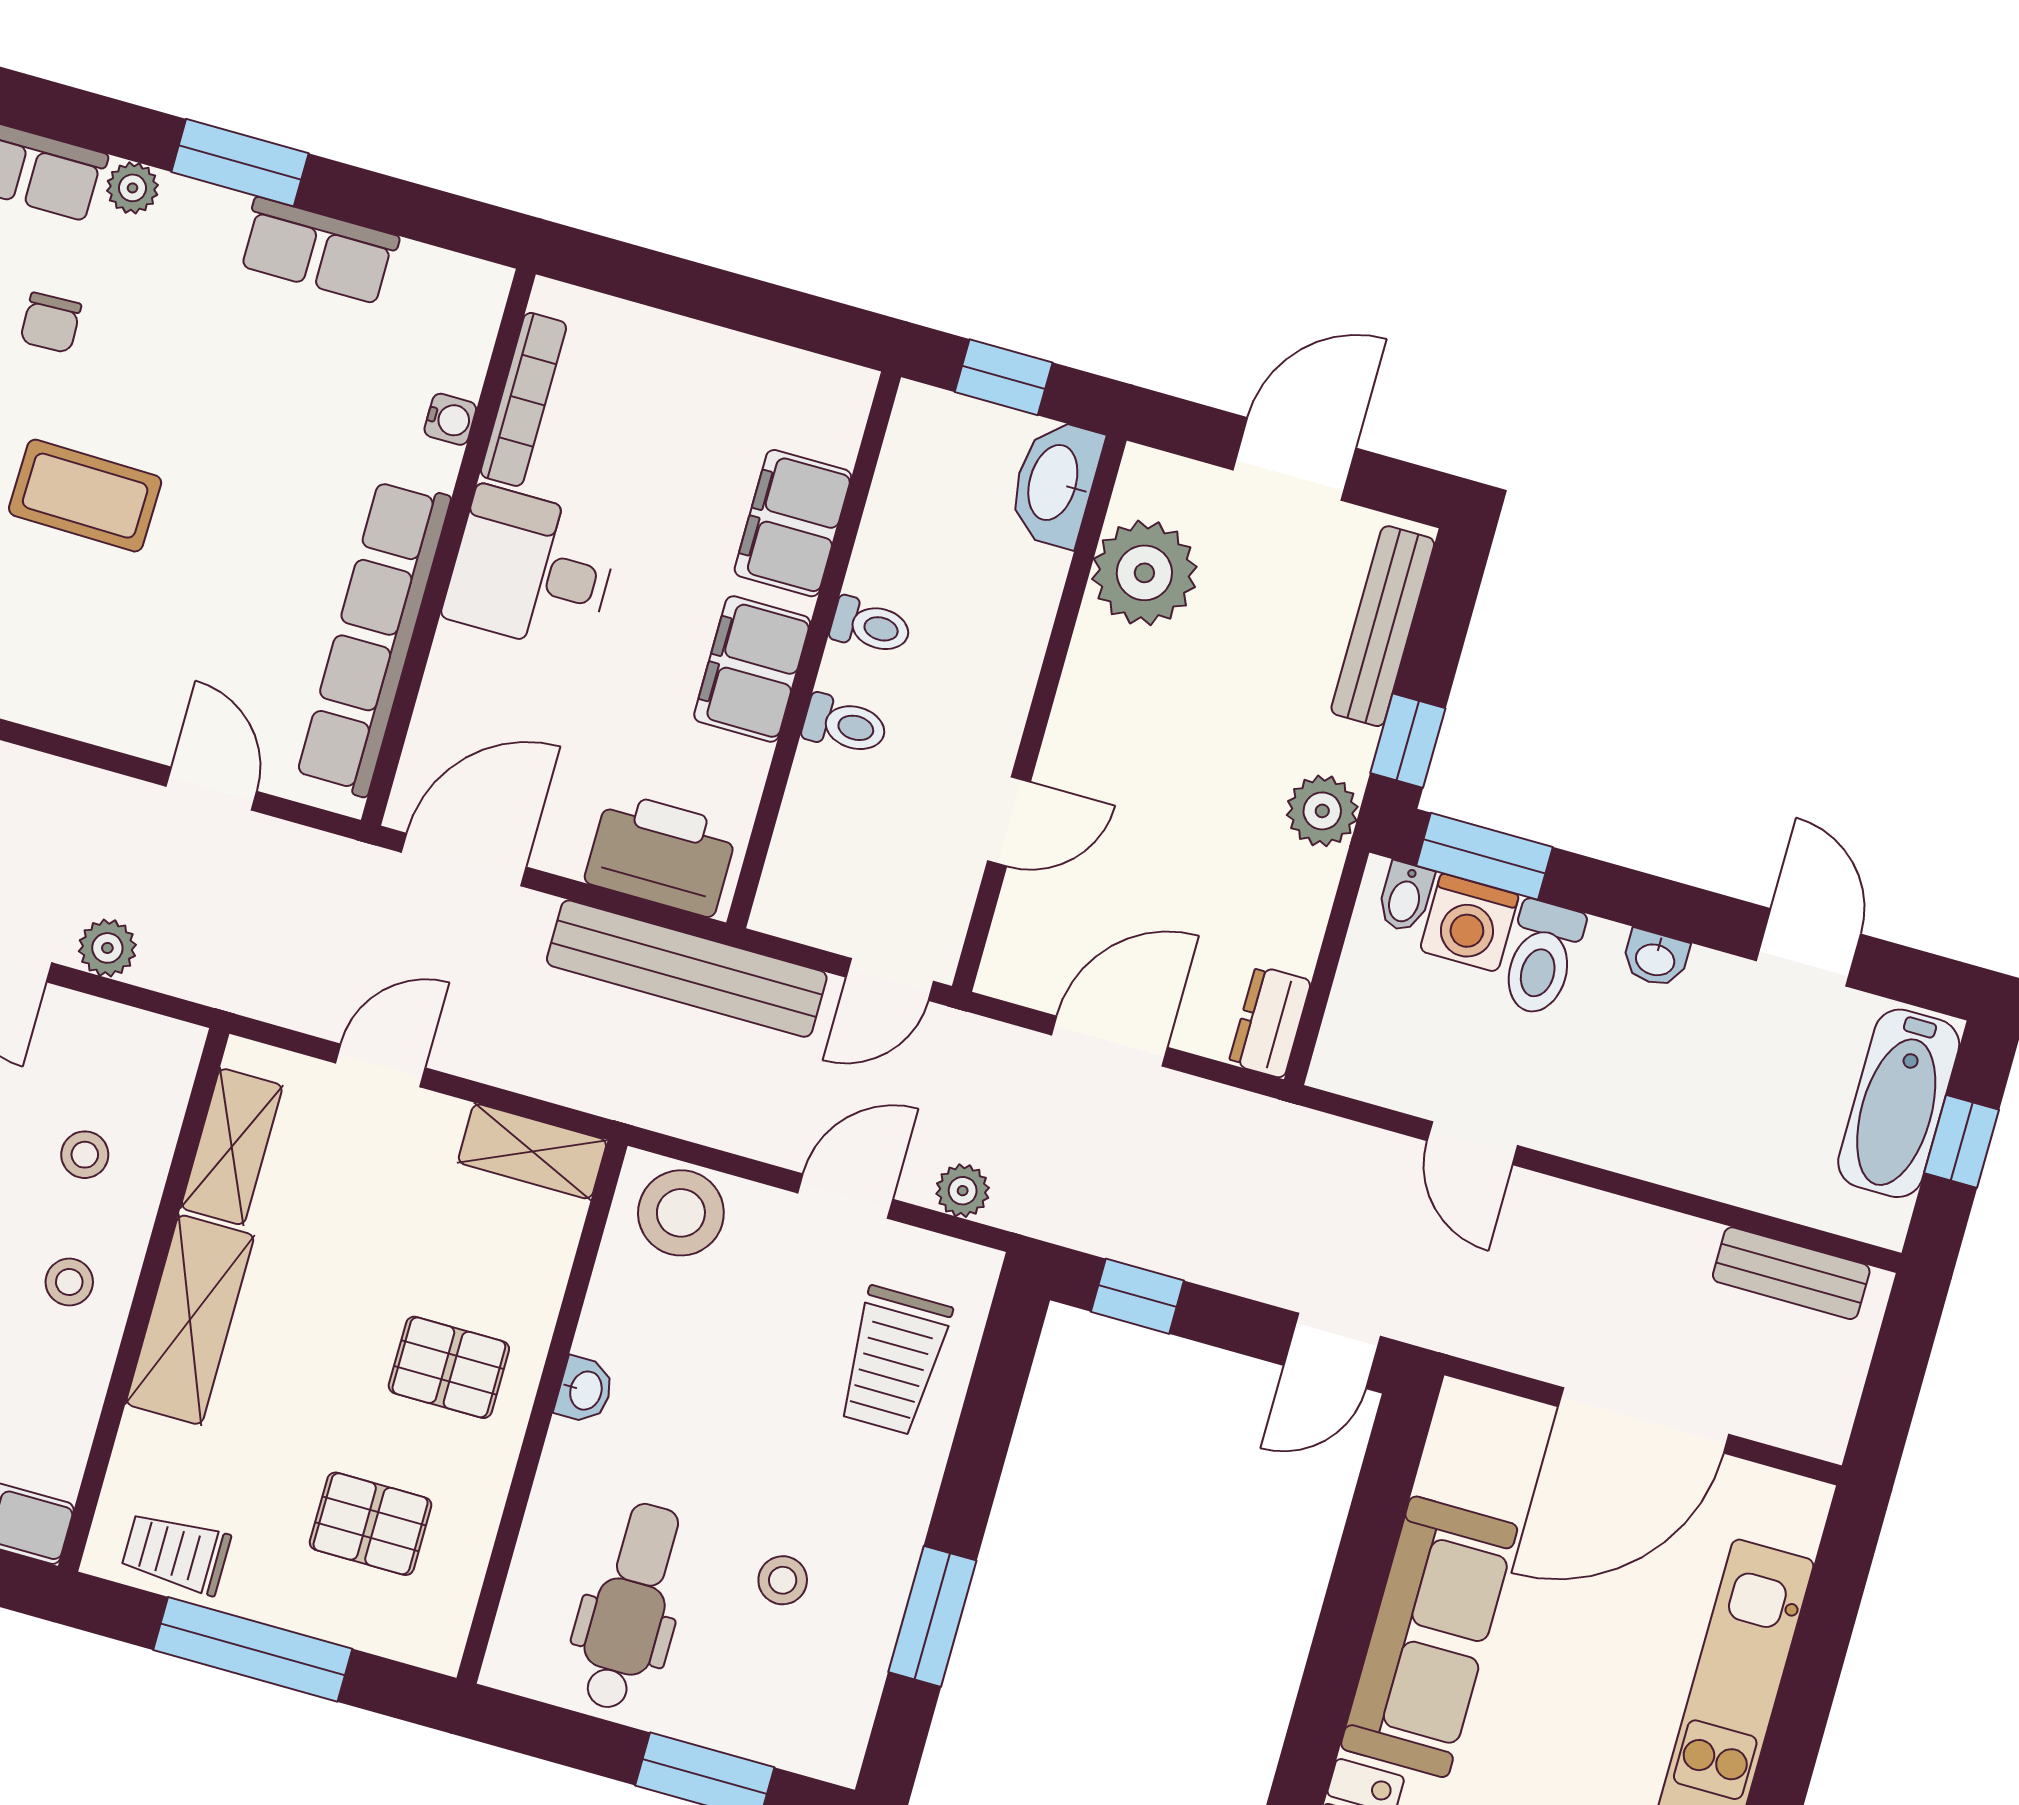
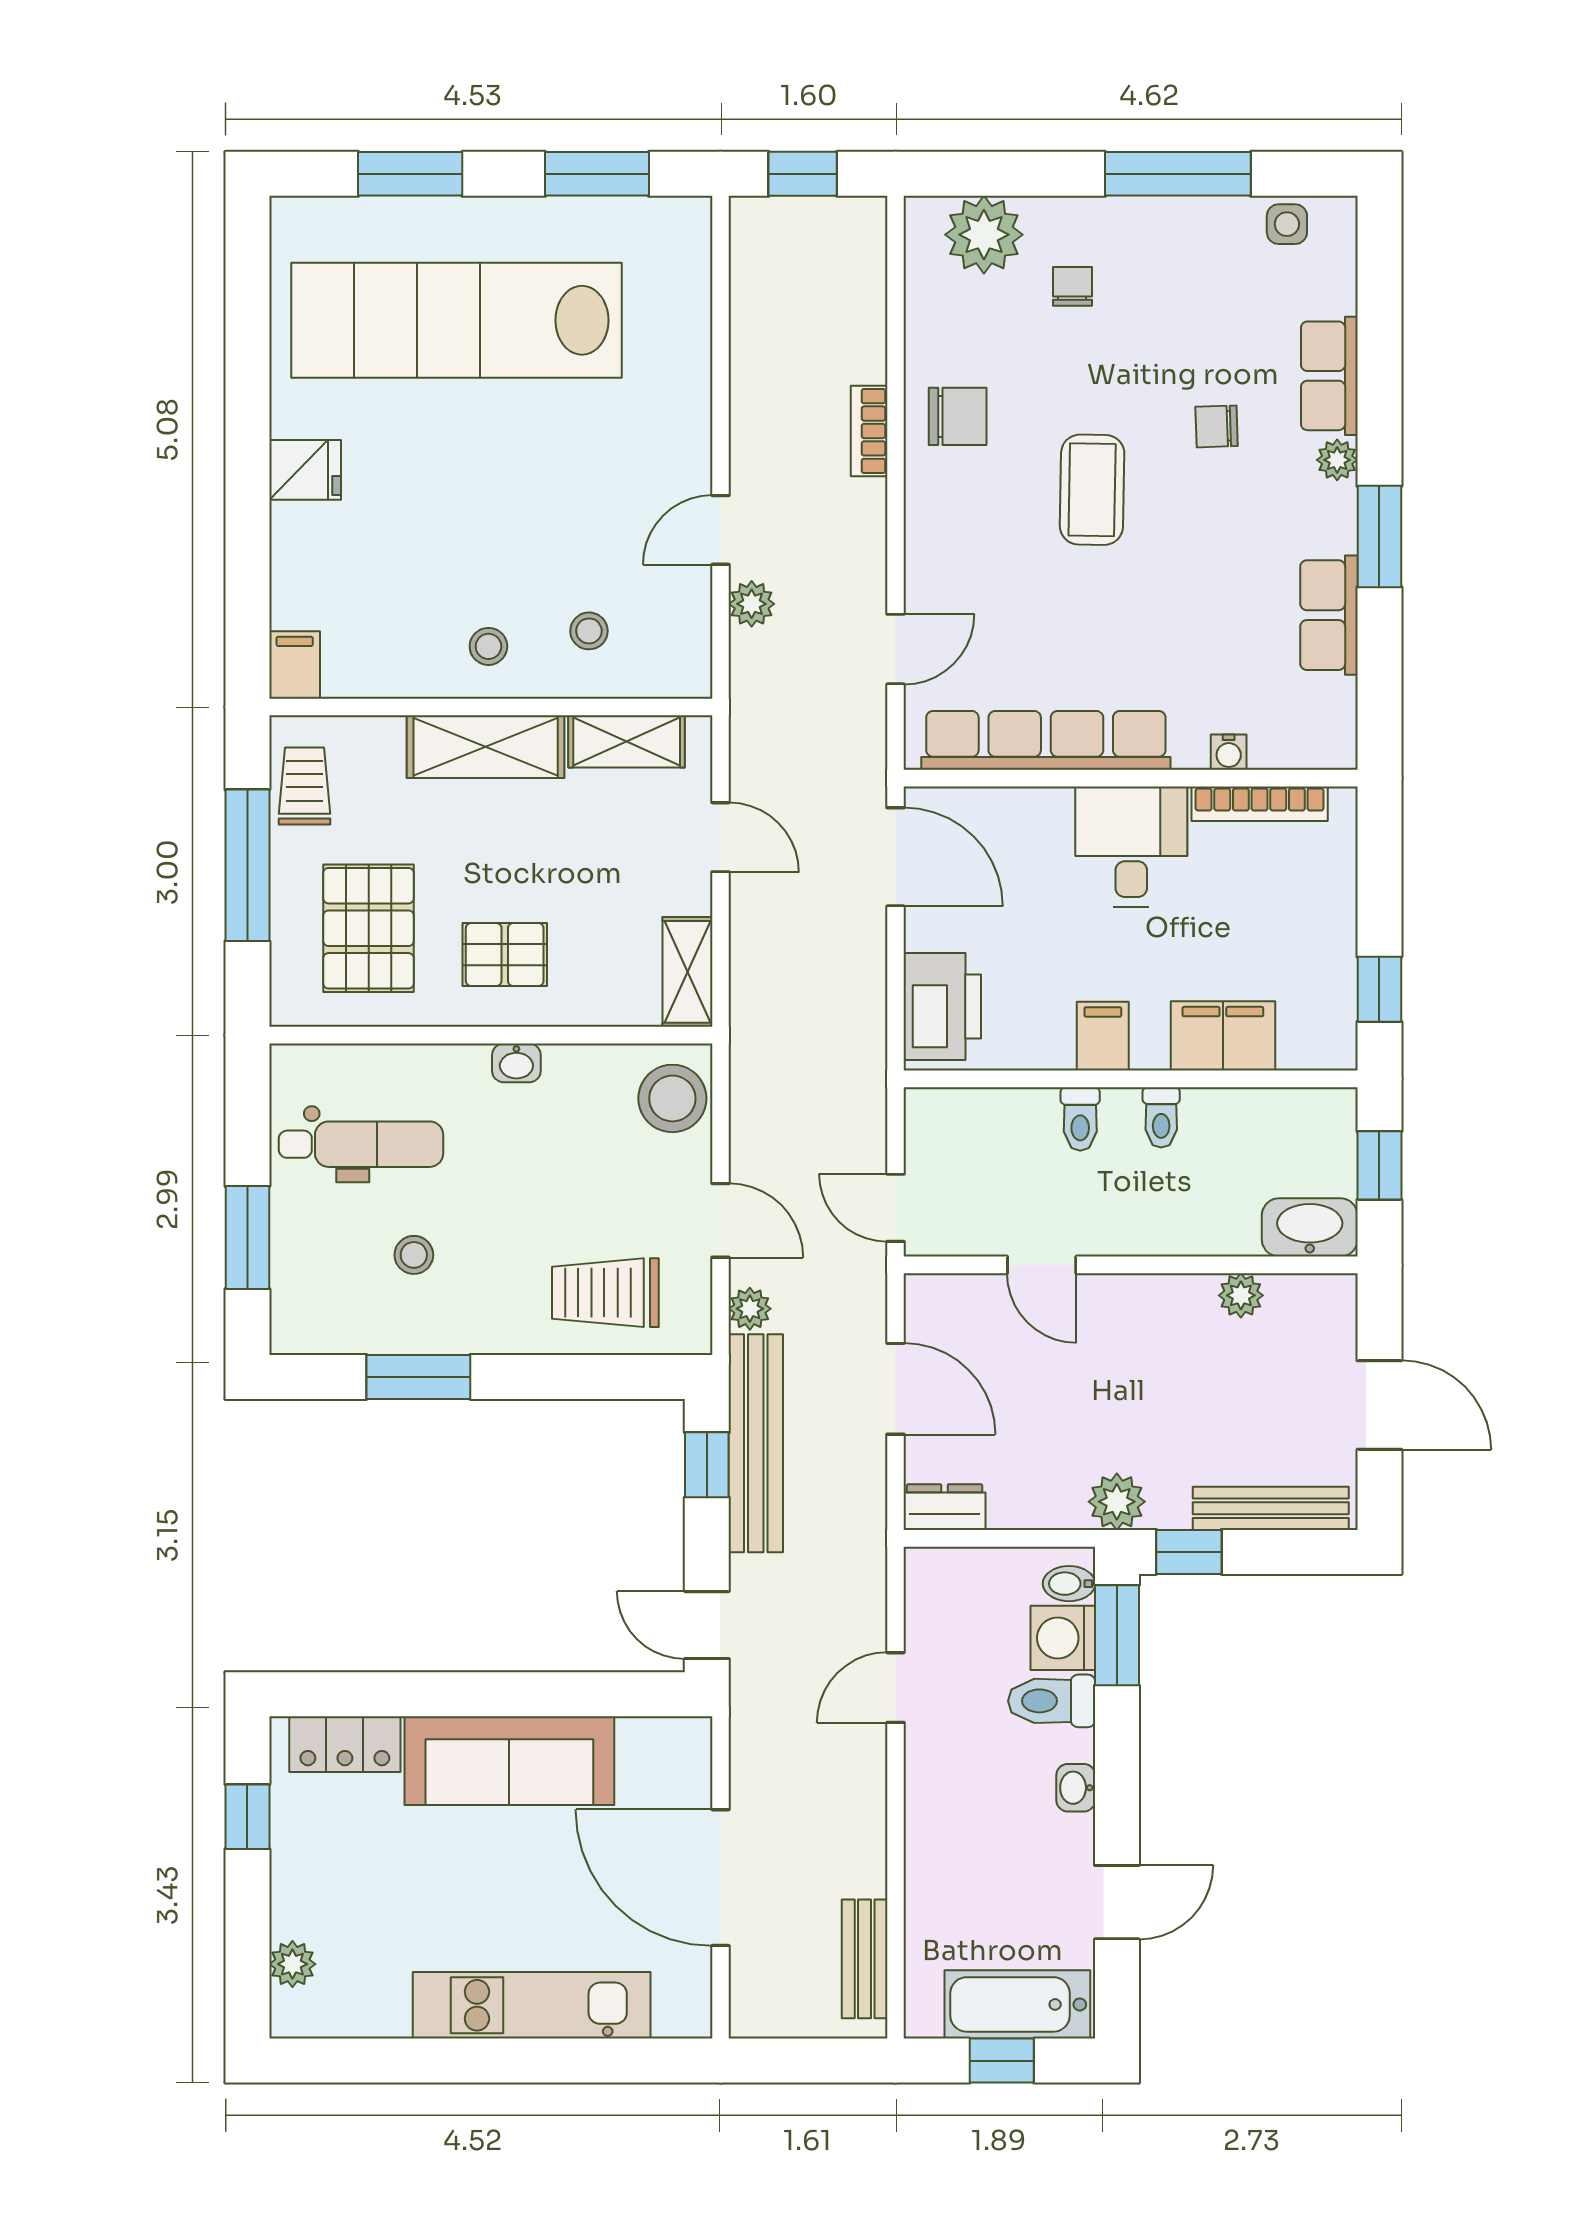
window: (790, 317) -> (1379, 989), added
plant: (1144, 573) -> (1241, 1295), width x0.53, depth x0.53
filing cabinet: (752, 669) -> (1103, 1036), width x0.50
bench: (687, 969) -> (756, 1443), moved
pallet: (449, 1367) -> (505, 955), turned 90
pallet: (371, 1524) -> (369, 928), width x1.50, depth x1.42

